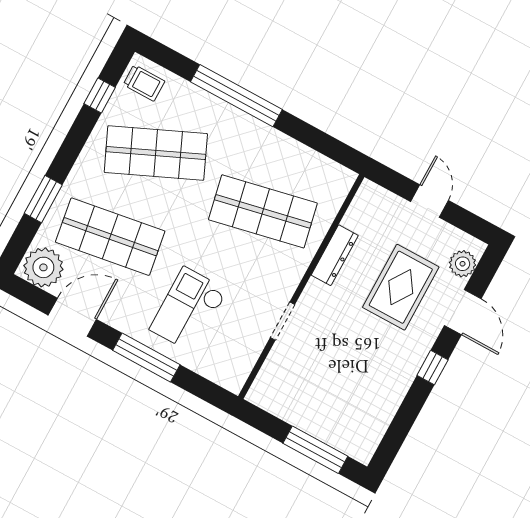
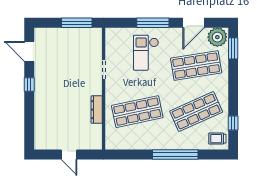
window: (43, 199) -> (233, 48), moved
plant: (463, 264) -> (41, 136), removed
rug: (401, 287) -> (61, 111), removed
checkout: (188, 310) -> (146, 53), turned 180
door: (463, 312) -> (29, 51), moved
window: (315, 450) -> (77, 23), moved

